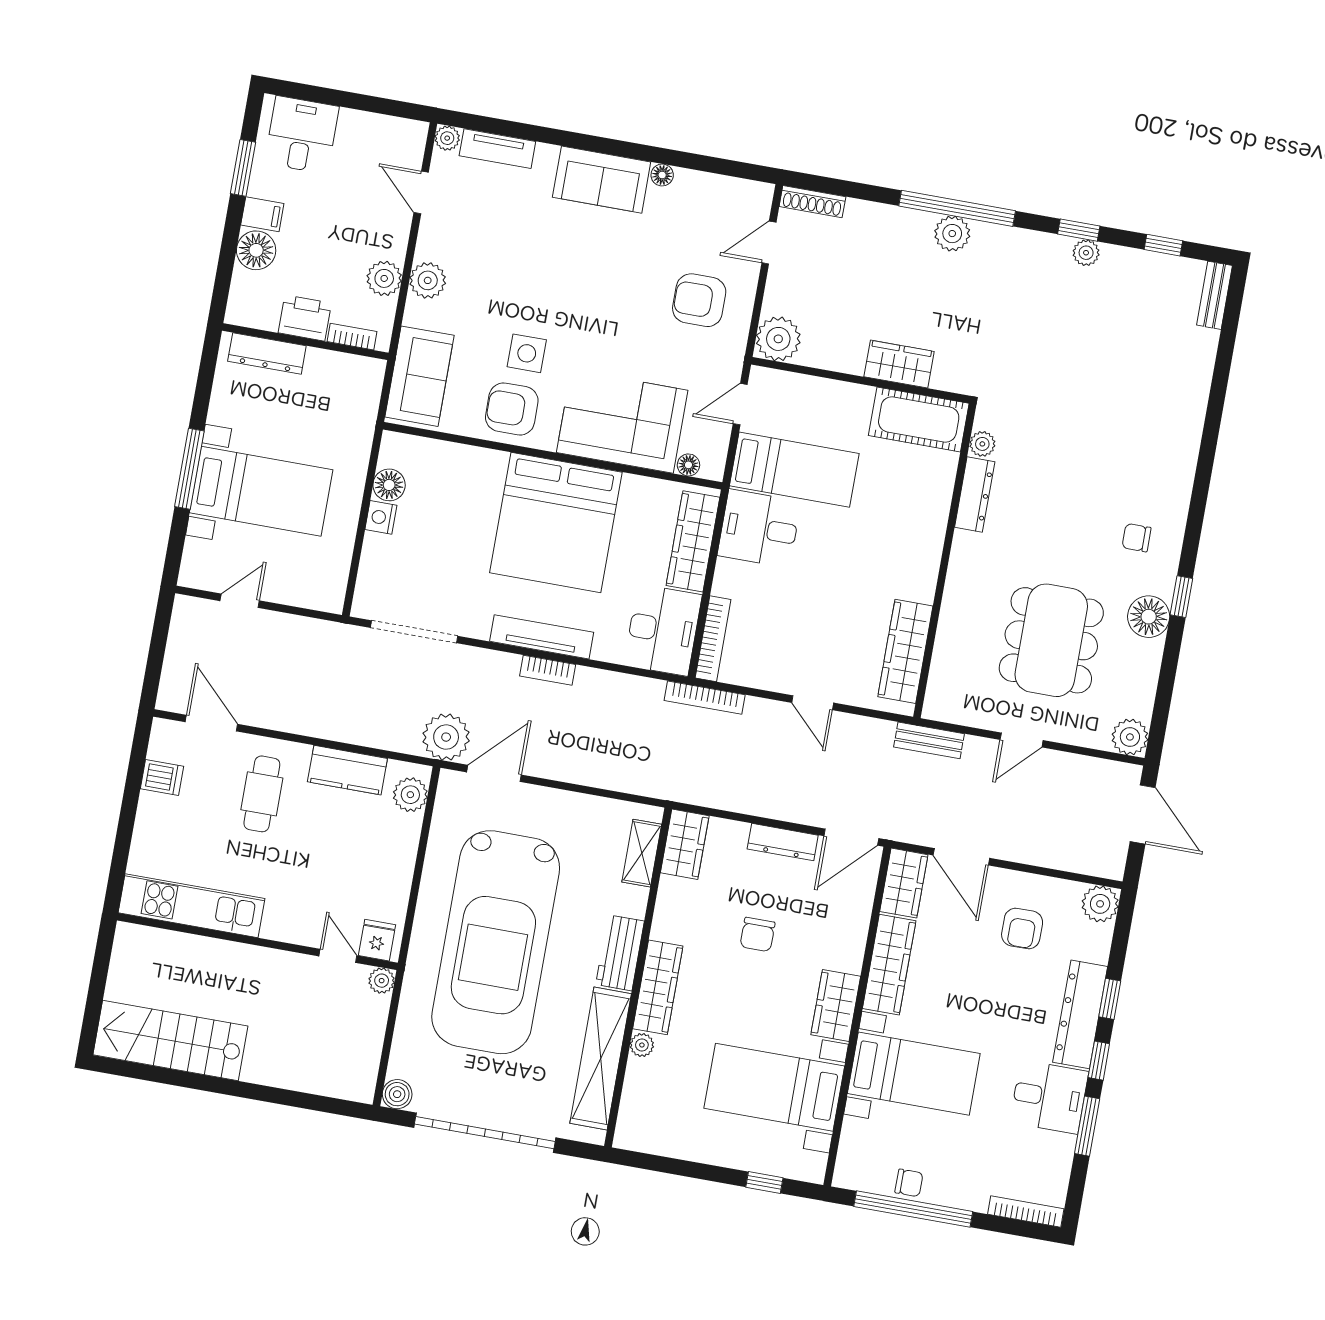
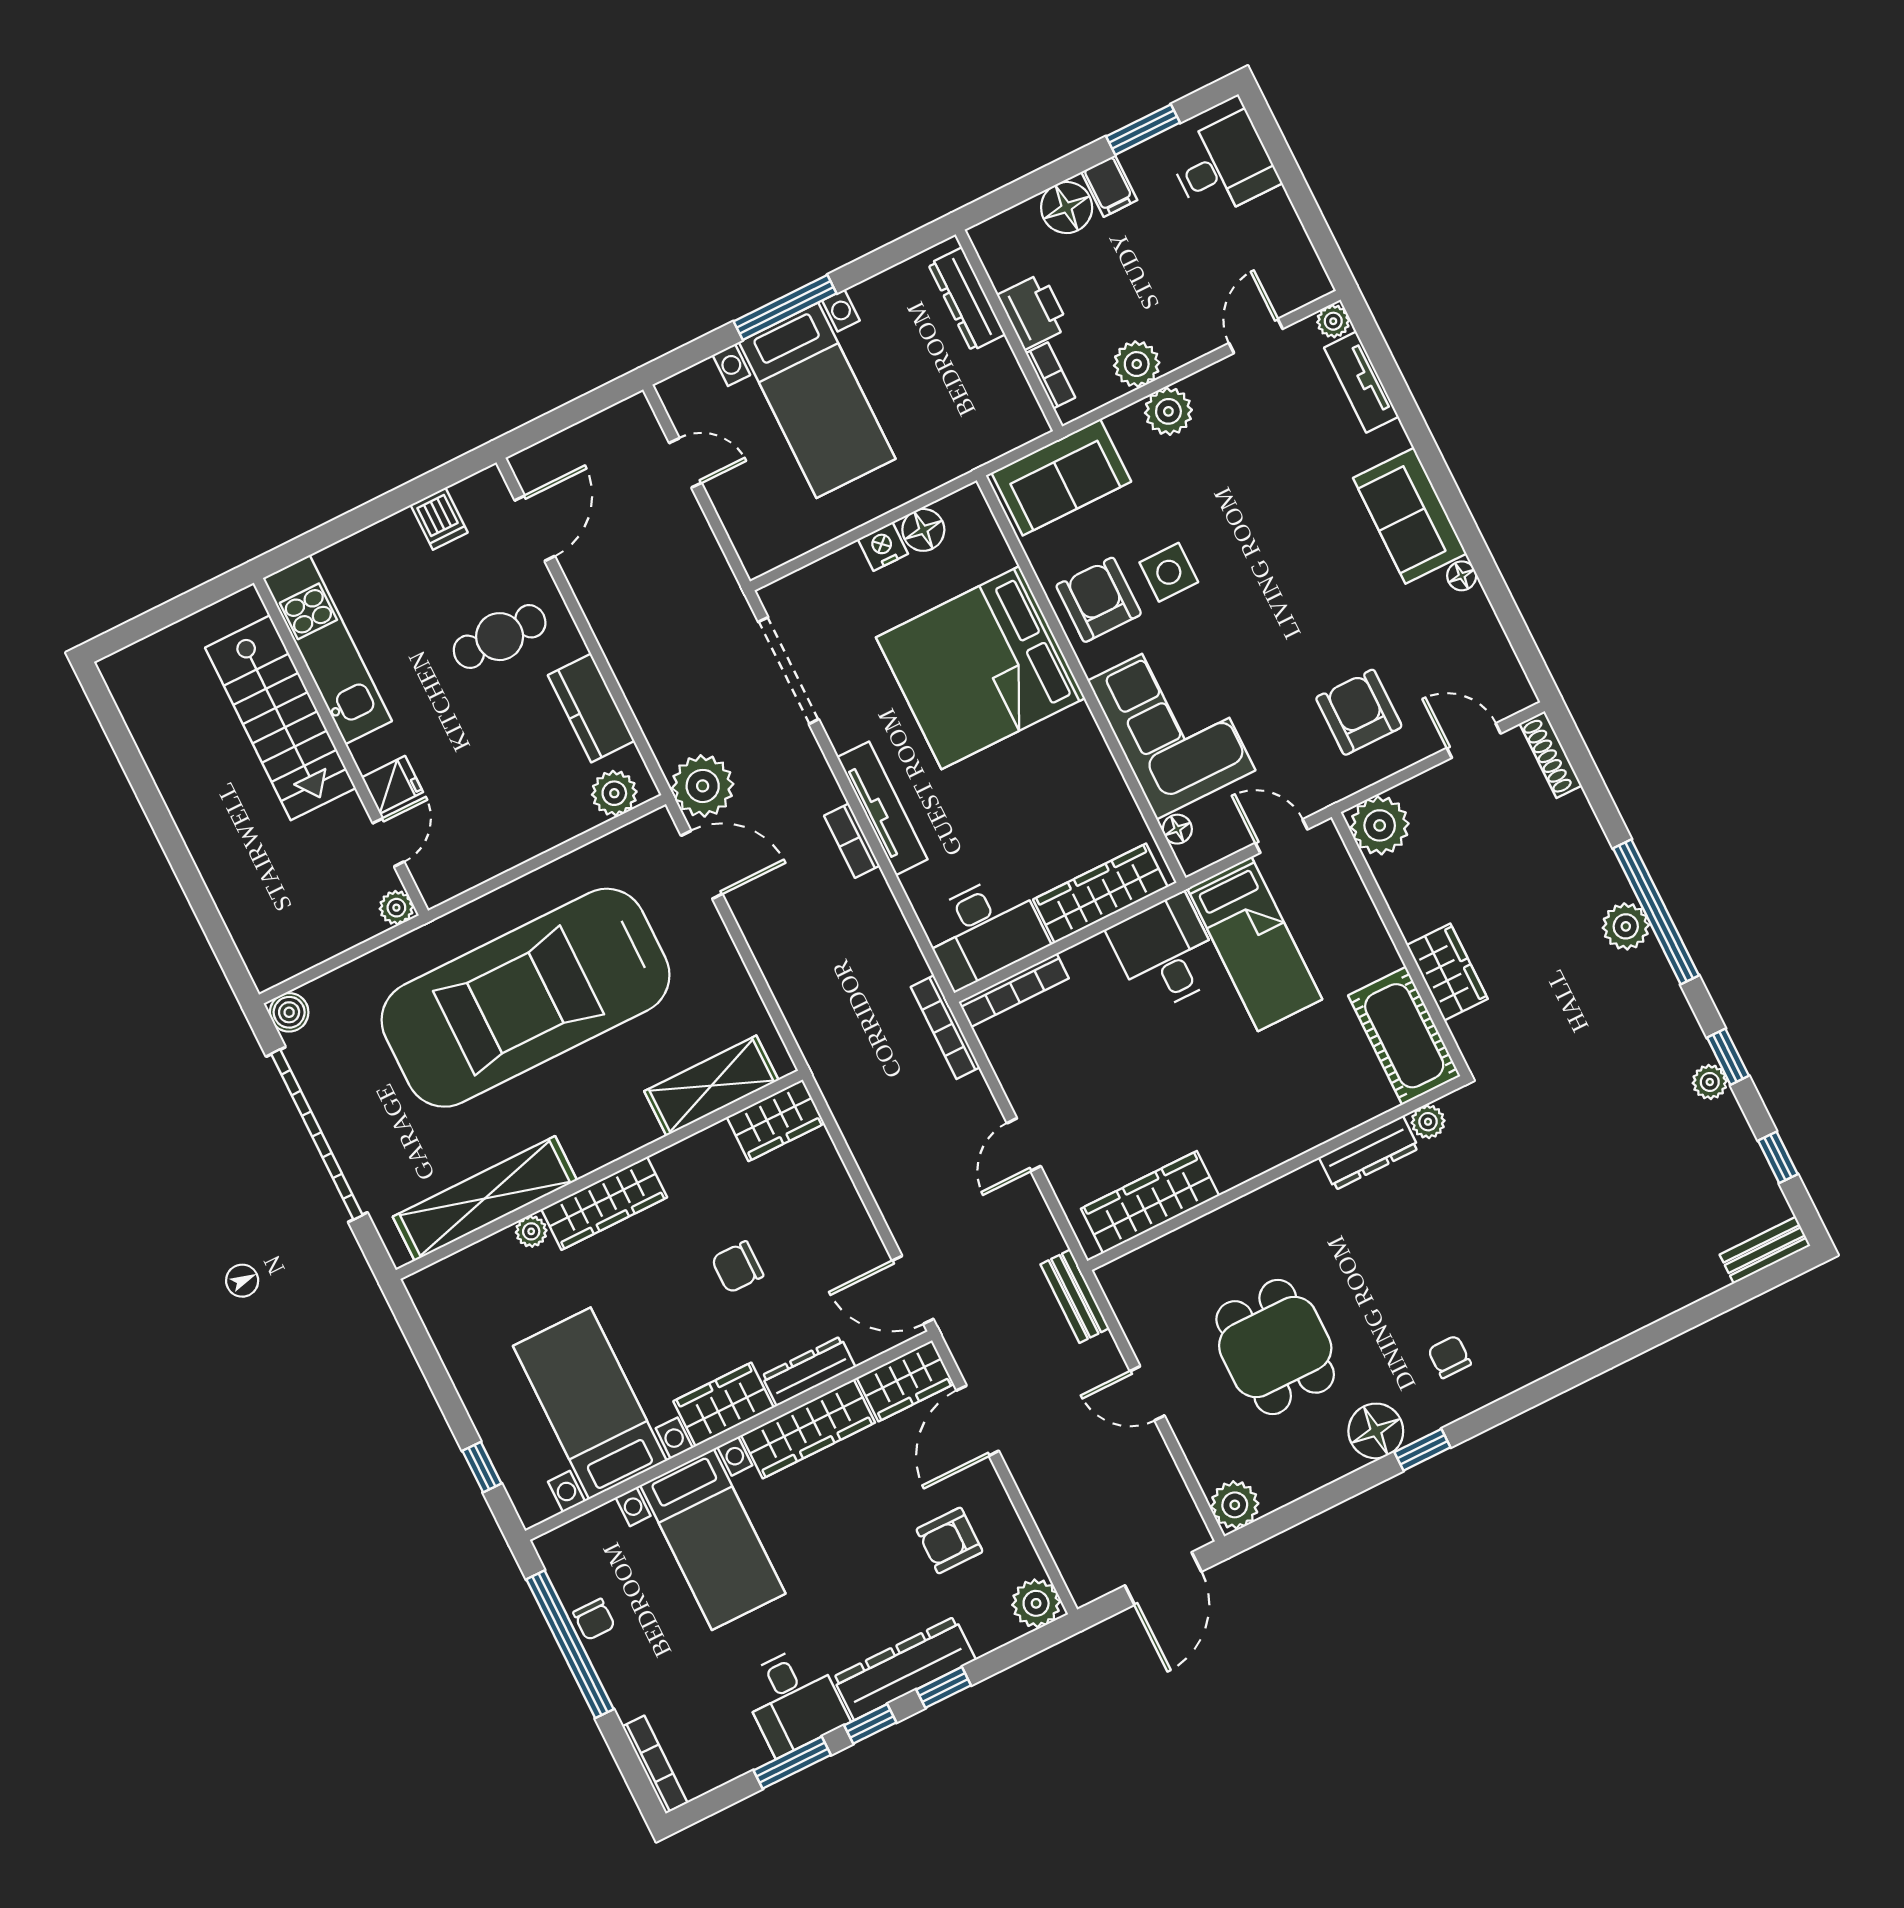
bed: (556, 522) -> (981, 668), moved
dining table: (1051, 640) -> (1275, 1347), width x0.73
dresser: (783, 842) -> (809, 1371), moved, turned 90
shelving: (642, 853) -> (711, 1086), width x1.50, depth x1.33
fridge: (377, 940) -> (392, 785), moved
workbench: (620, 953) -> (611, 1137), removed
stairs: (170, 1040) -> (280, 718), moved, turned 180

